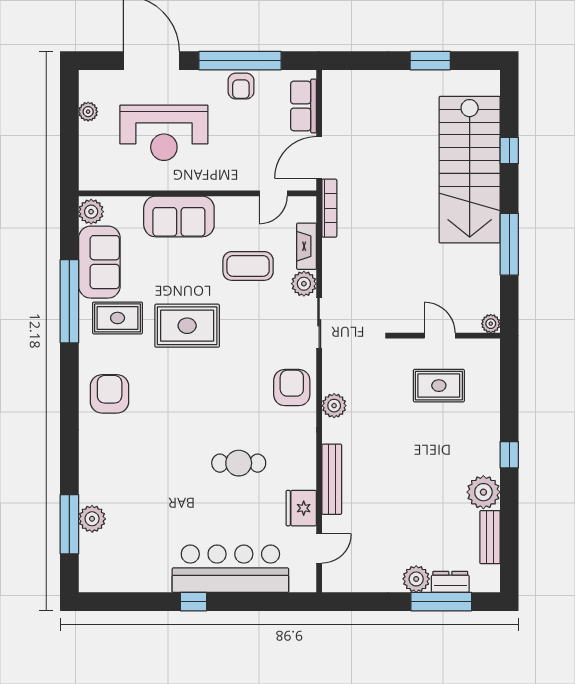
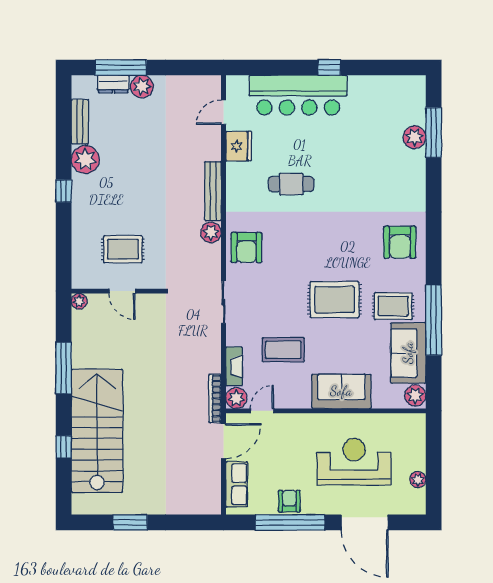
plant: (304, 284) -> (236, 398), moved
bench: (332, 479) -> (213, 191), moved

